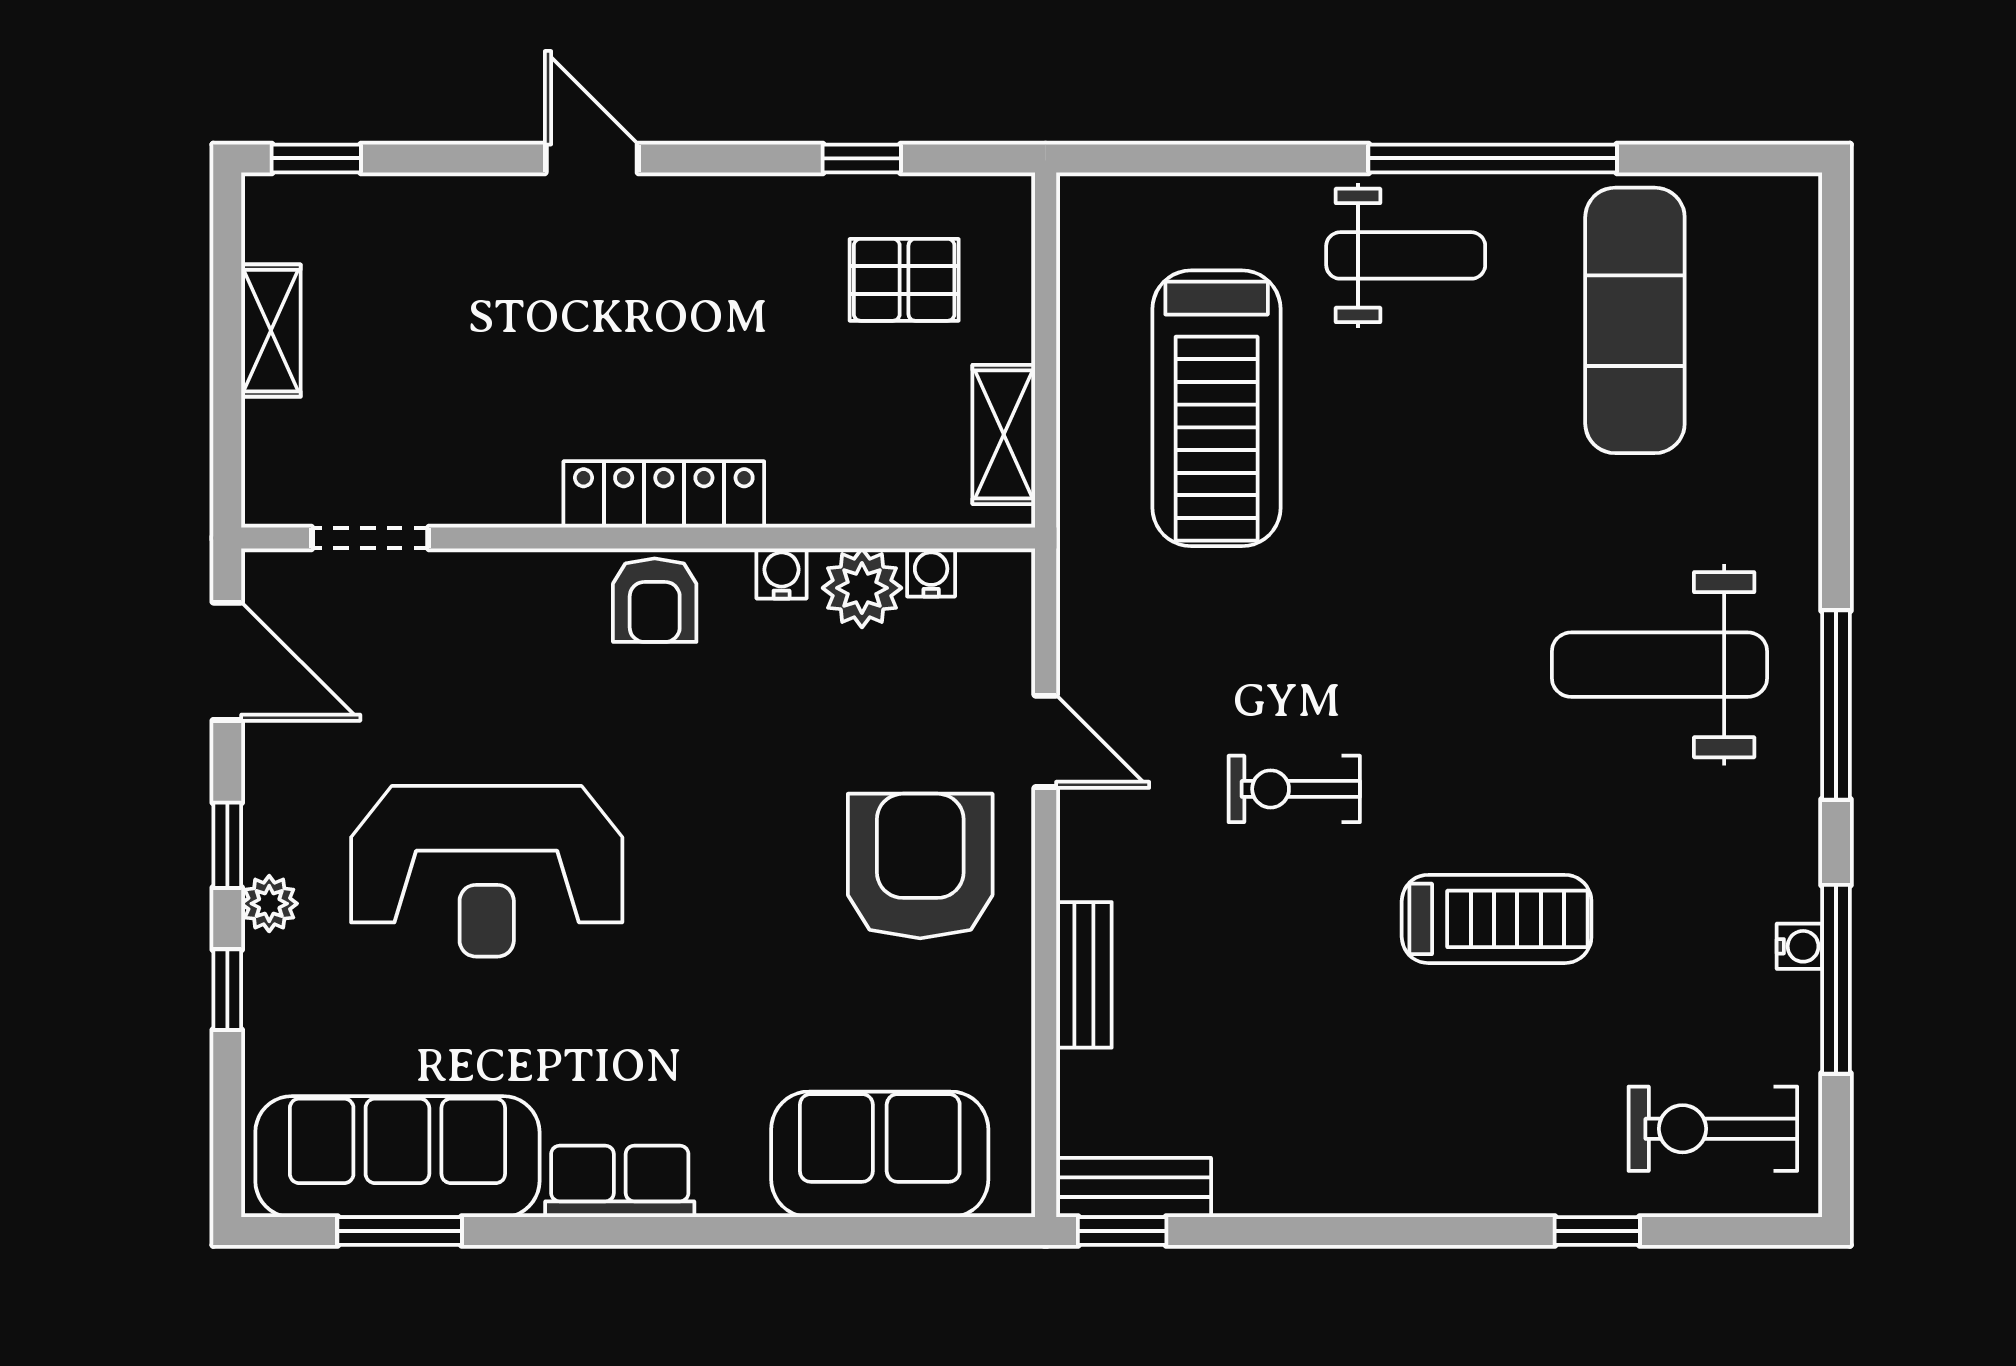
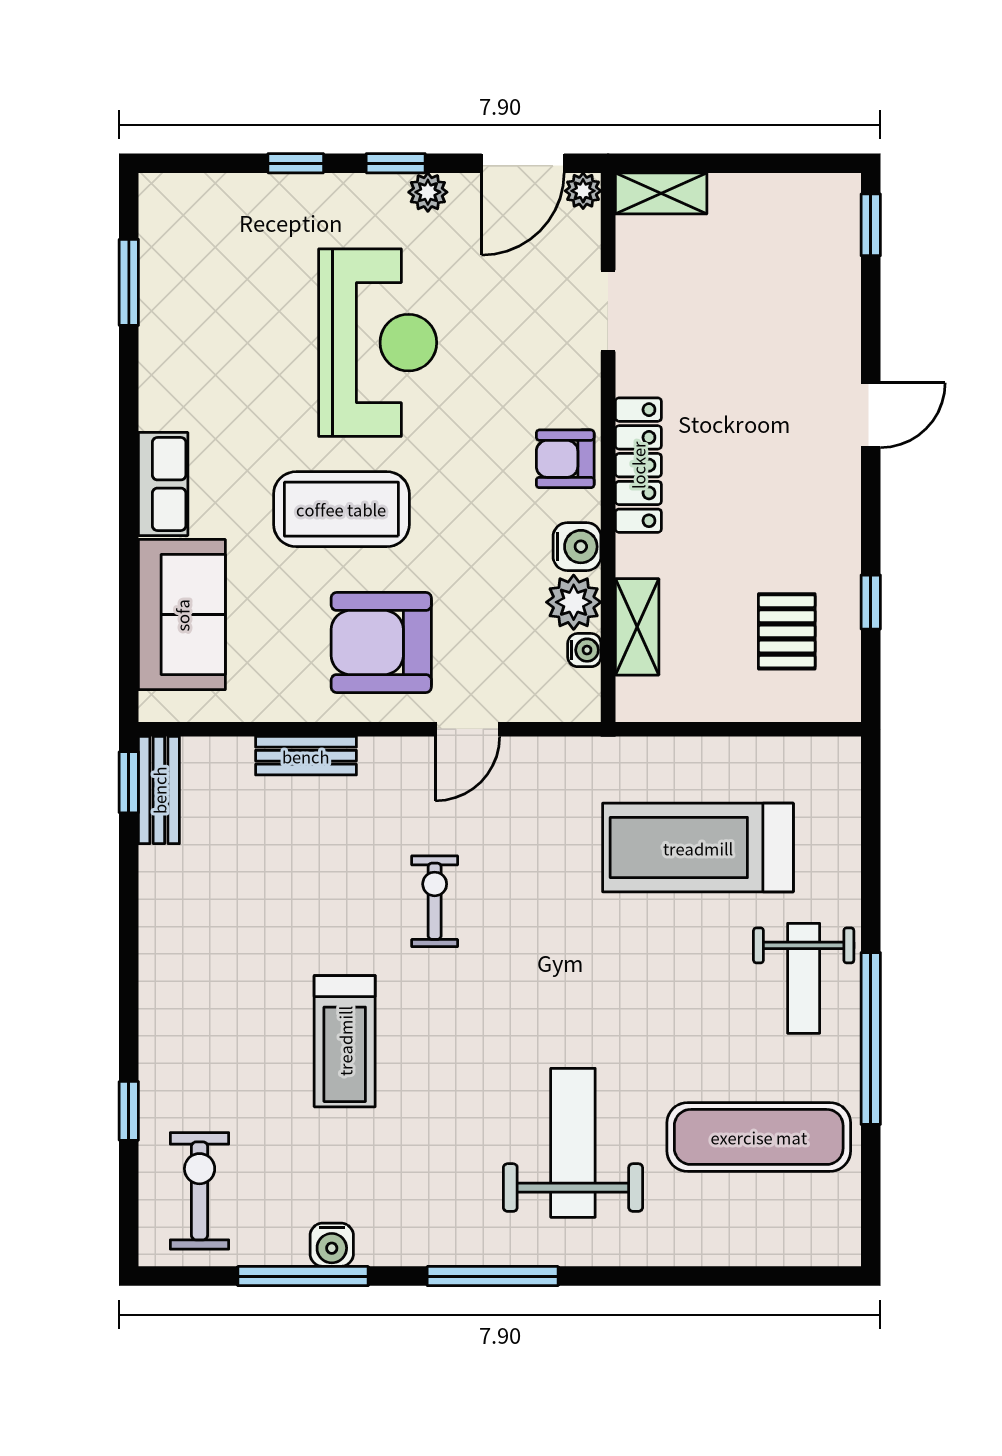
shelving: (271, 331) -> (661, 193), moved
shelving: (1004, 434) -> (637, 627), moved, turned 90
doorway: (370, 538) -> (608, 311), moved
plant: (267, 574) -> (583, 191), added
water cooler: (782, 574) -> (577, 547), width x1.38, depth x1.38
weight bench: (1660, 665) -> (573, 1143), moved
armchair: (920, 866) -> (381, 642), turned 180
reception desk: (487, 871) -> (378, 343), turned 180
plant: (269, 904) -> (428, 192), moved
coffee table: (727, 924) -> (341, 509), added
water cooler: (1799, 946) -> (332, 1245), width x1.38, depth x1.38
sofa: (397, 1157) -> (180, 281), removed
row of seats: (620, 1181) -> (163, 484), moved

